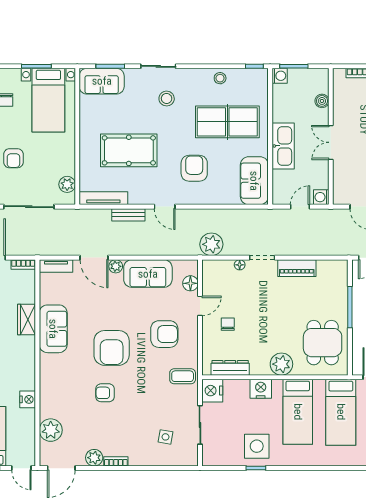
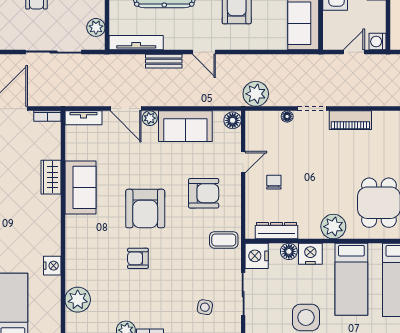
floor lamp: (190, 283) -> (233, 120), moved
floor lamp: (241, 387) -> (289, 251), added

